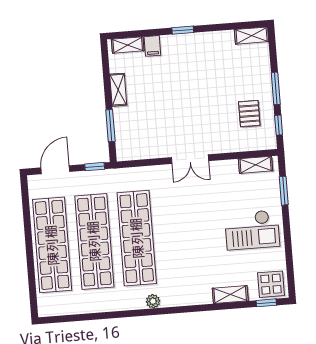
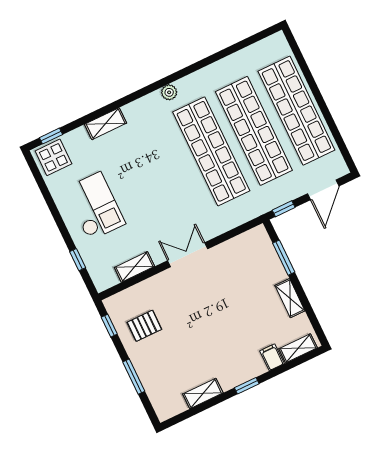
shelving: (252, 36) -> (203, 393), moved
window: (276, 88) -> (134, 377), moved
pallet: (249, 114) -> (144, 326), turned 90
shelving: (256, 165) -> (134, 267), moved
window: (284, 191) -> (78, 260), width x0.67
checkout: (252, 230) -> (95, 206), turned 90
shelving: (230, 295) -> (106, 124), moved

